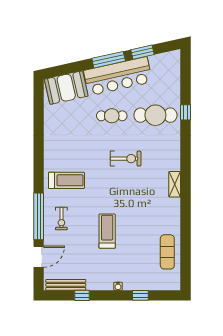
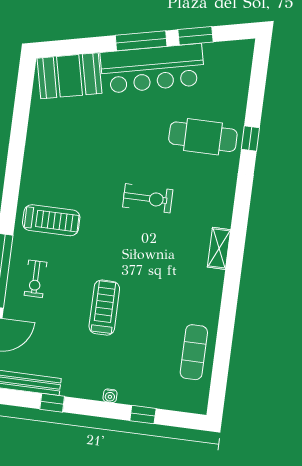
cafe table: (112, 116) -> (135, 129), removed

